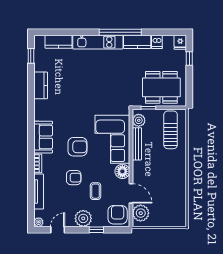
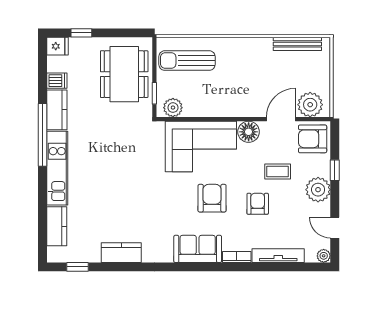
bench: (137, 144) -> (297, 44), moved

